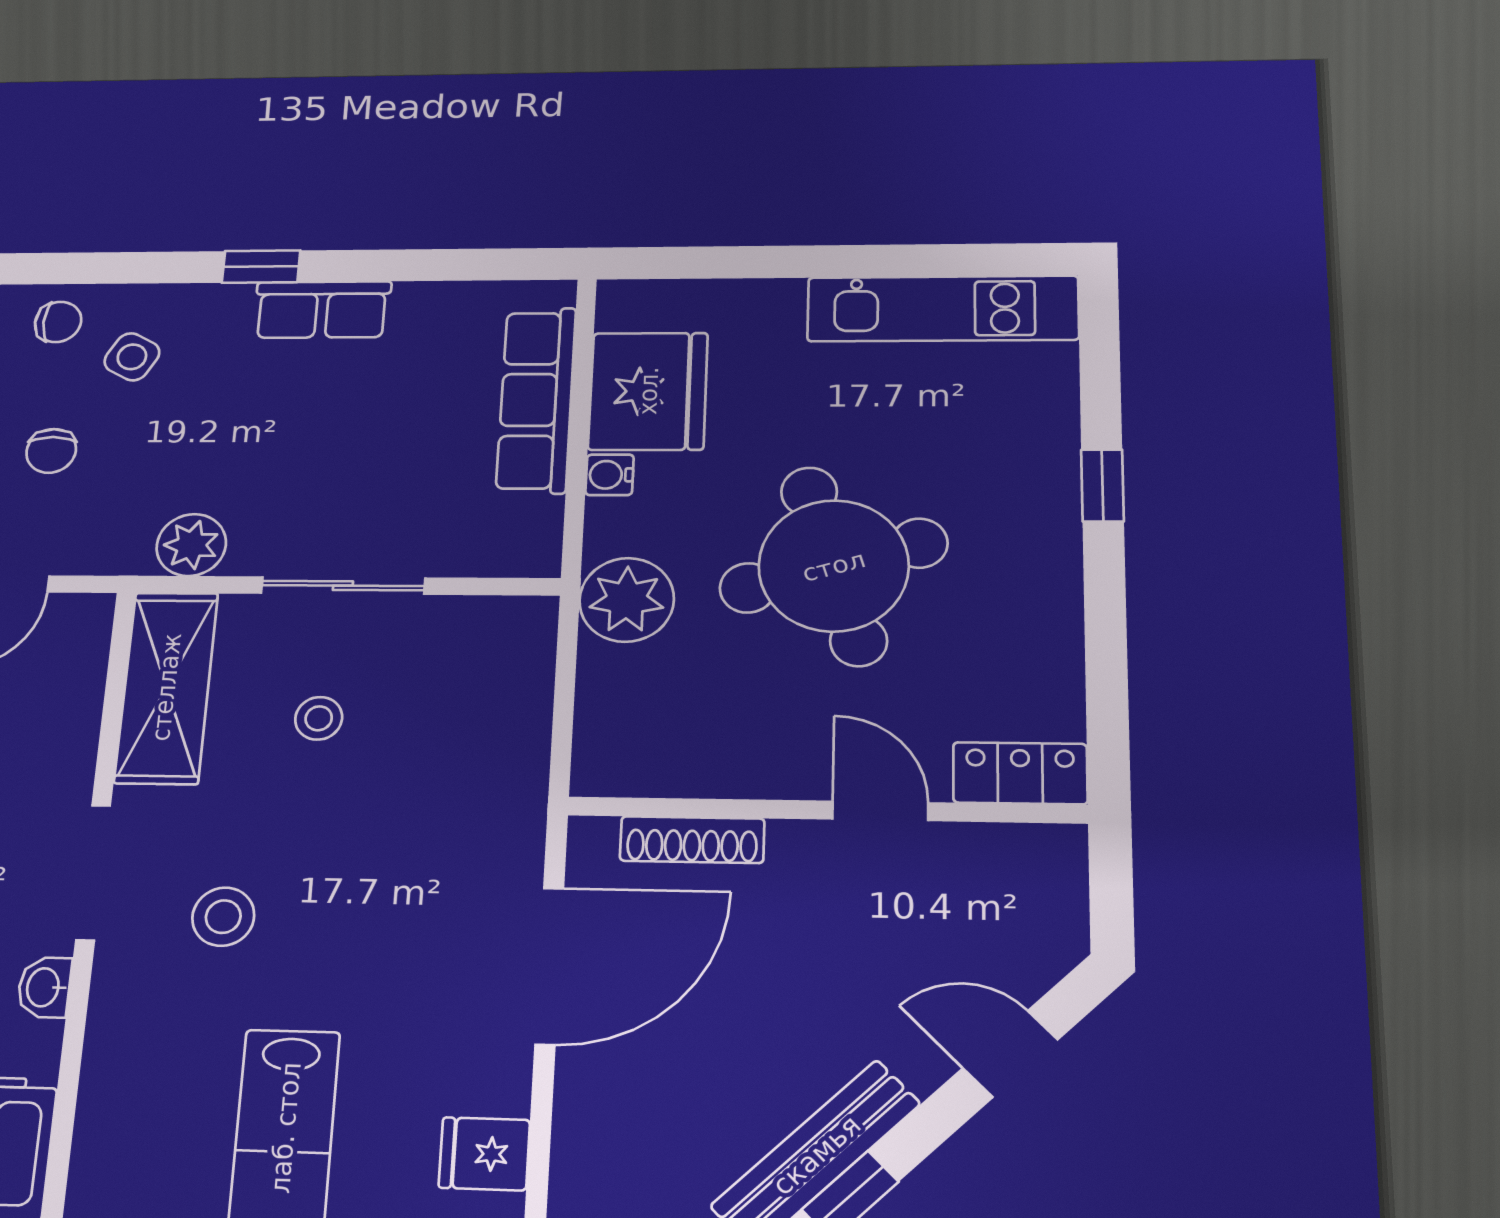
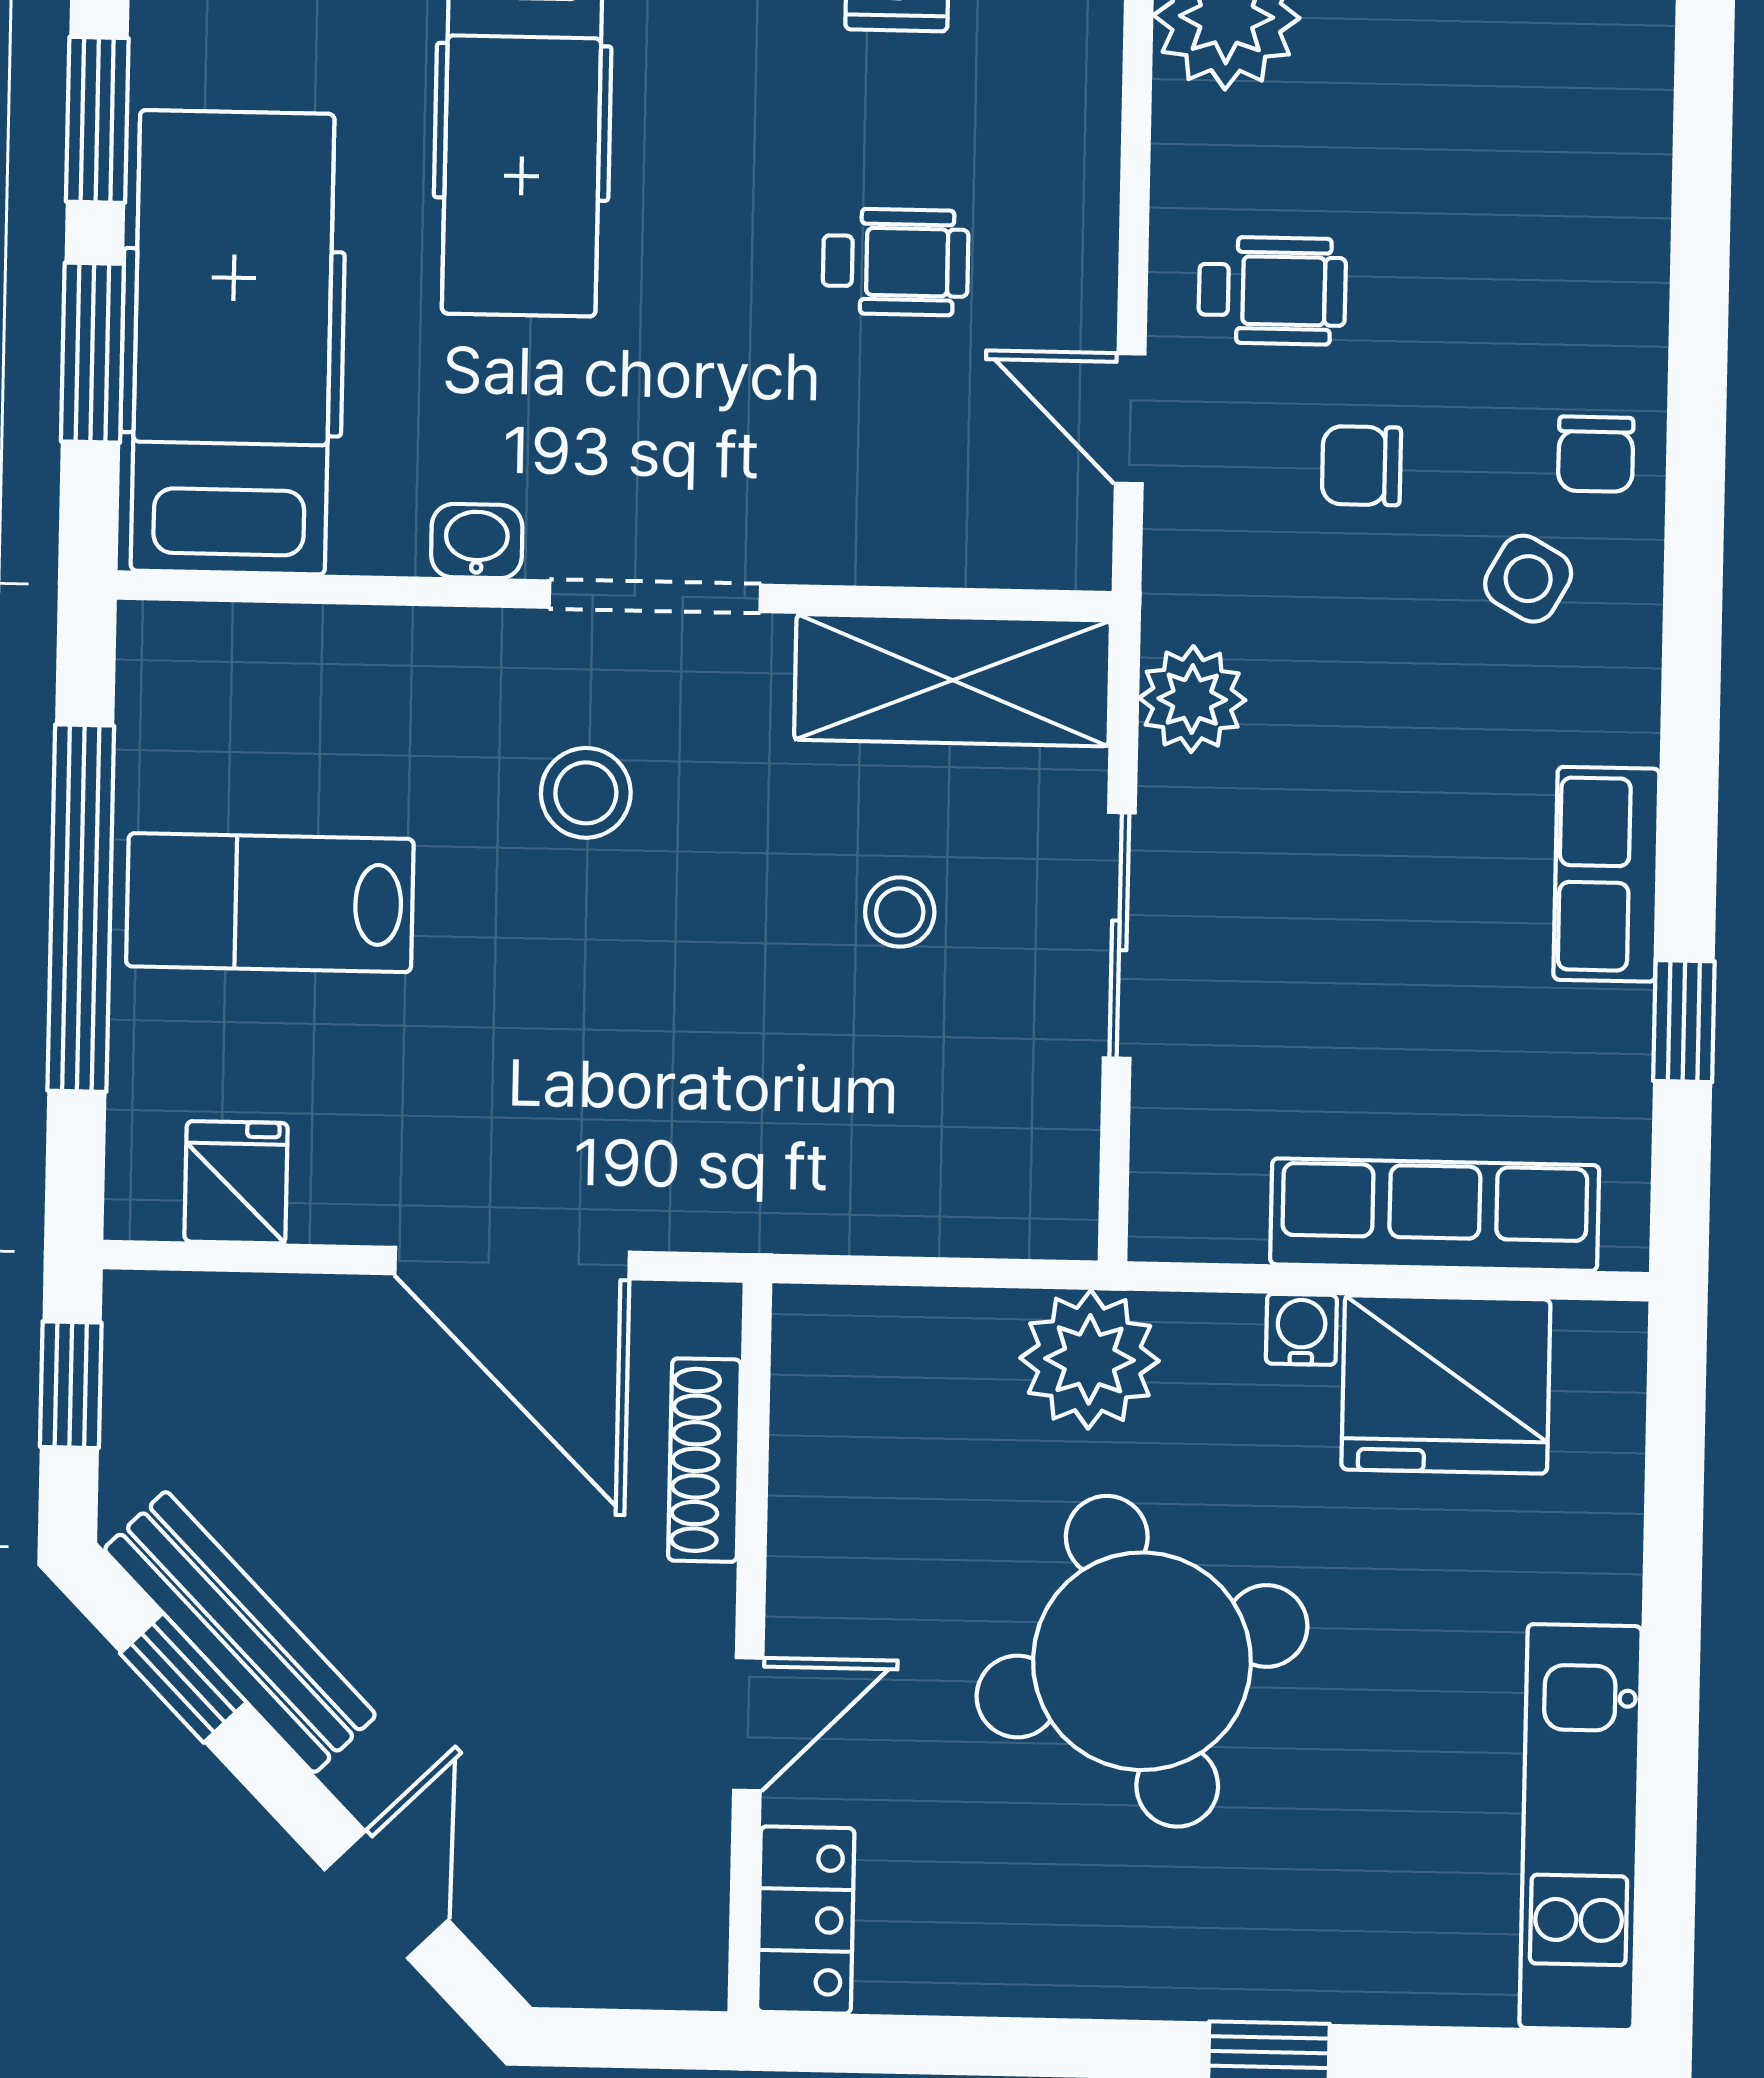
window: (261, 267) -> (1684, 1021), moved

